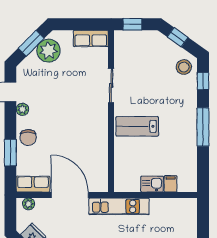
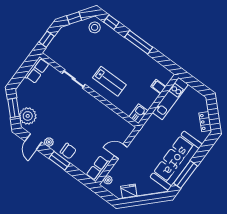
plant: (48, 51) -> (28, 116), moved
lab bench: (137, 126) -> (109, 81), turned -90
window: (10, 153) -> (59, 161), moved
kitchen sink: (152, 184) -> (138, 114), moved
door: (70, 195) -> (121, 151), width x0.53
kitchen unit: (119, 206) -> (170, 98), moved

